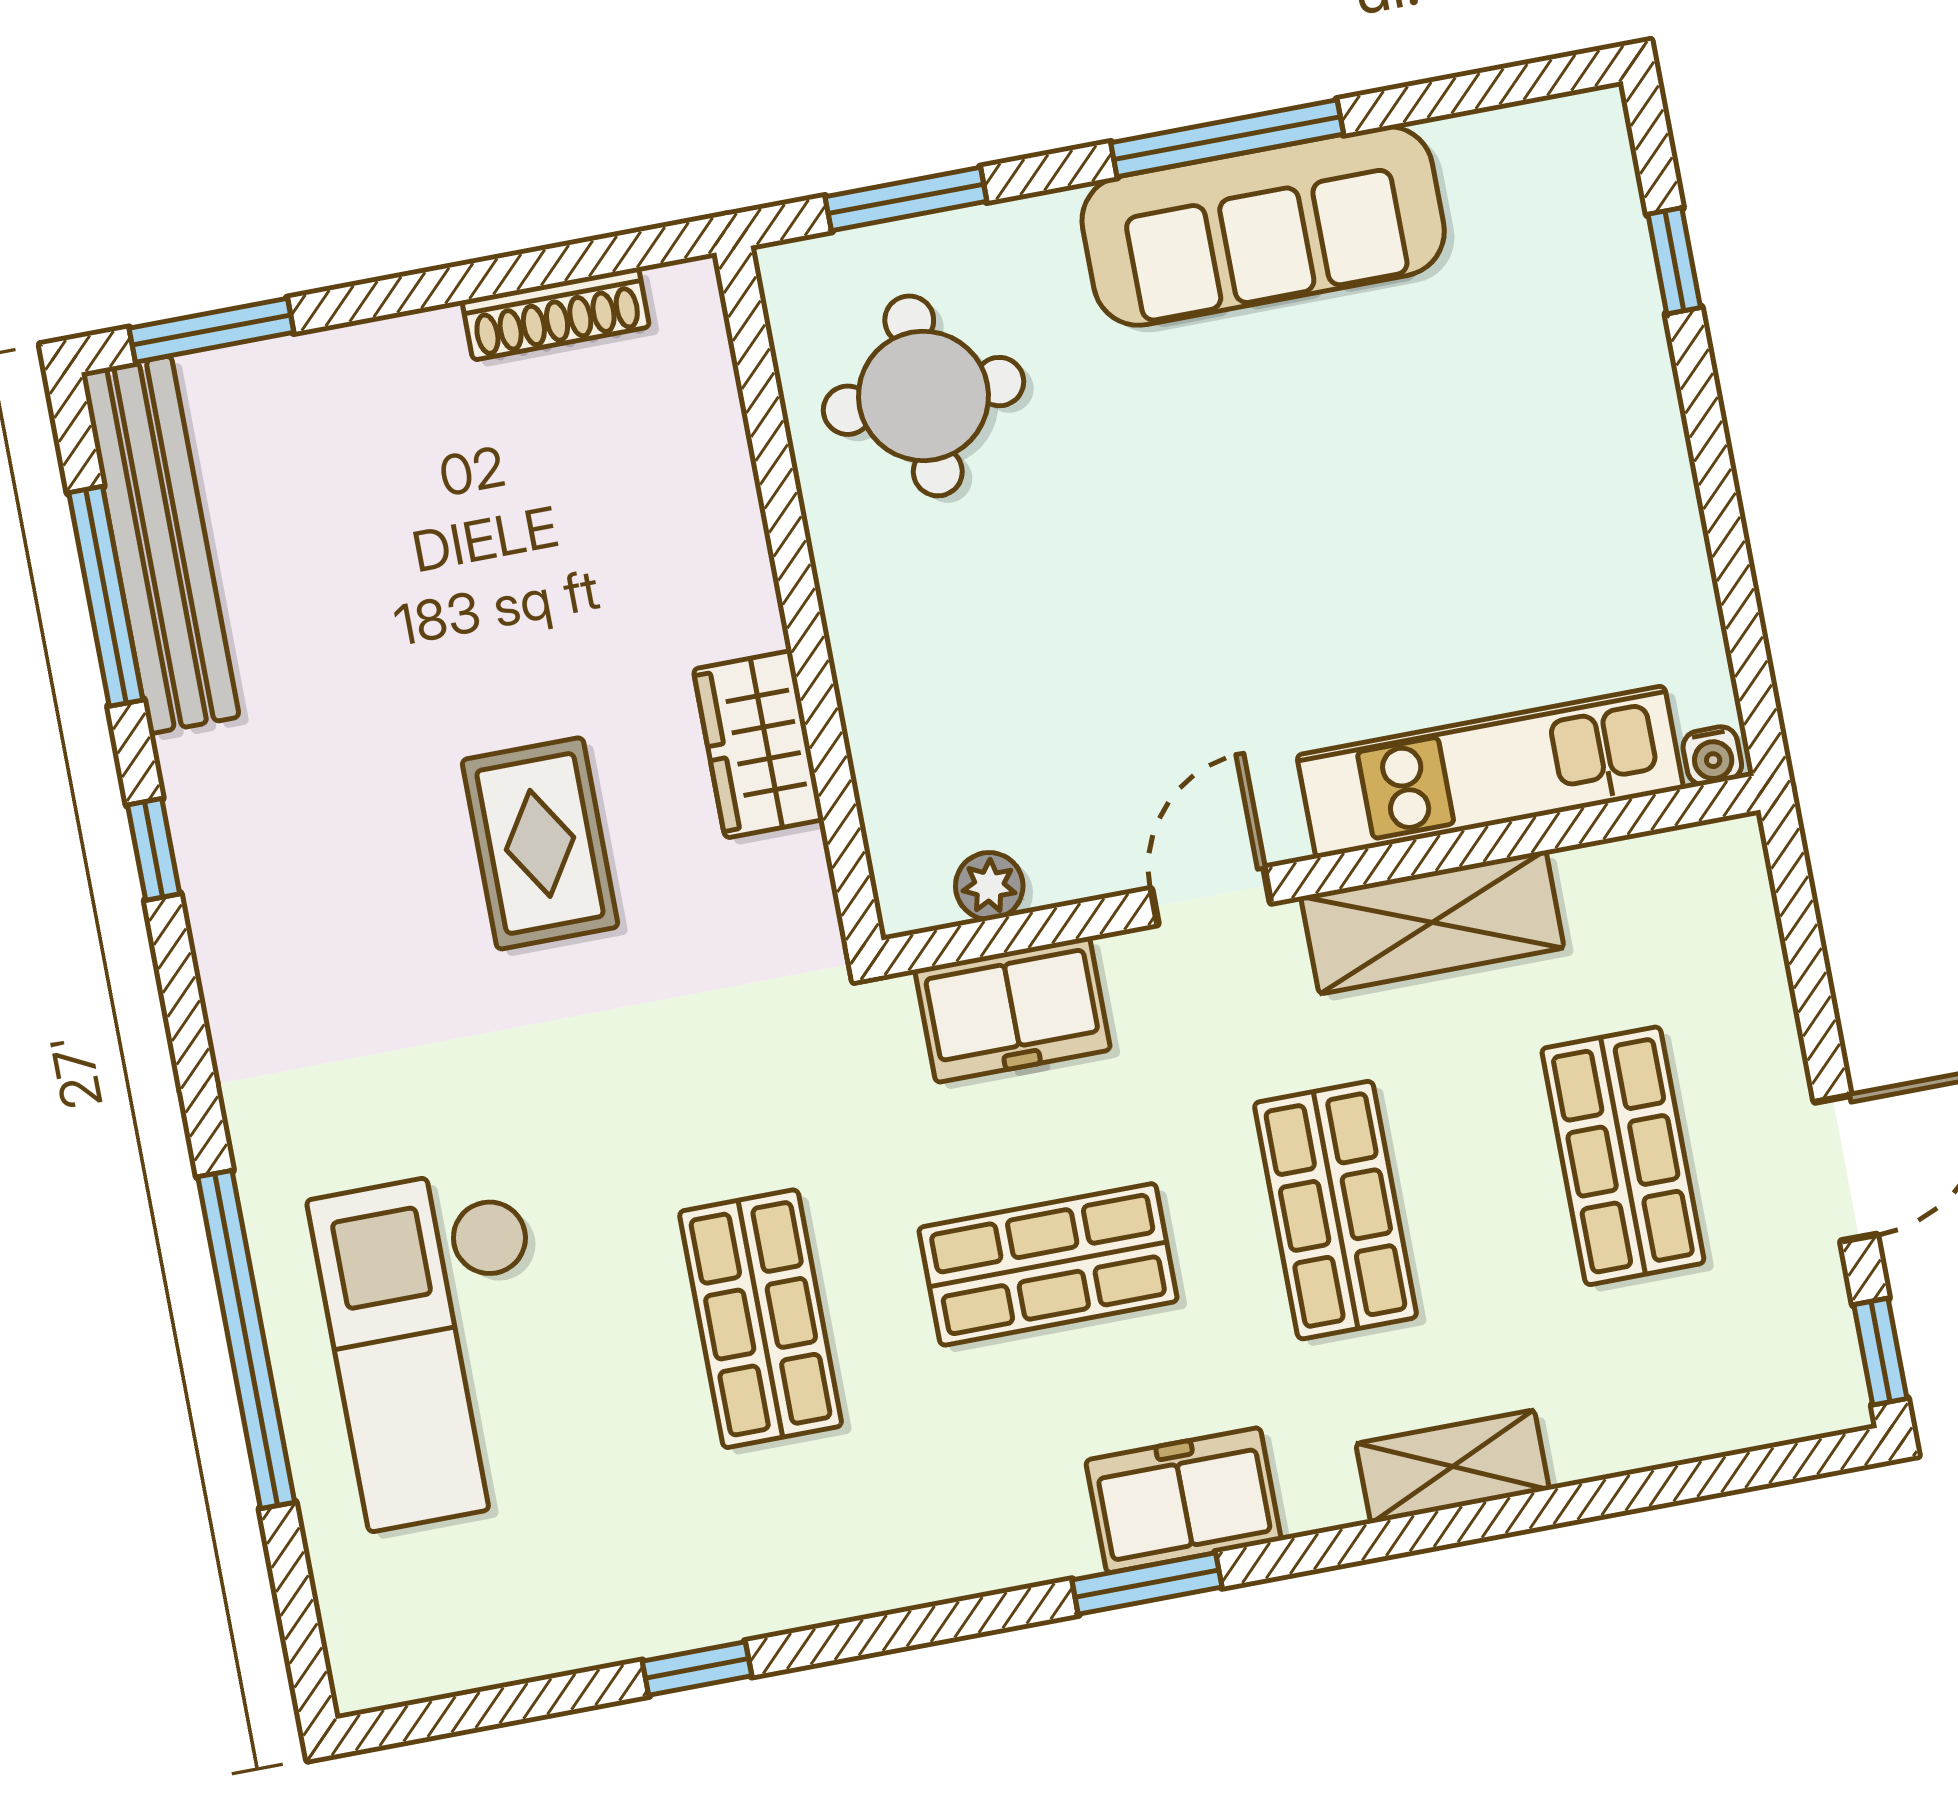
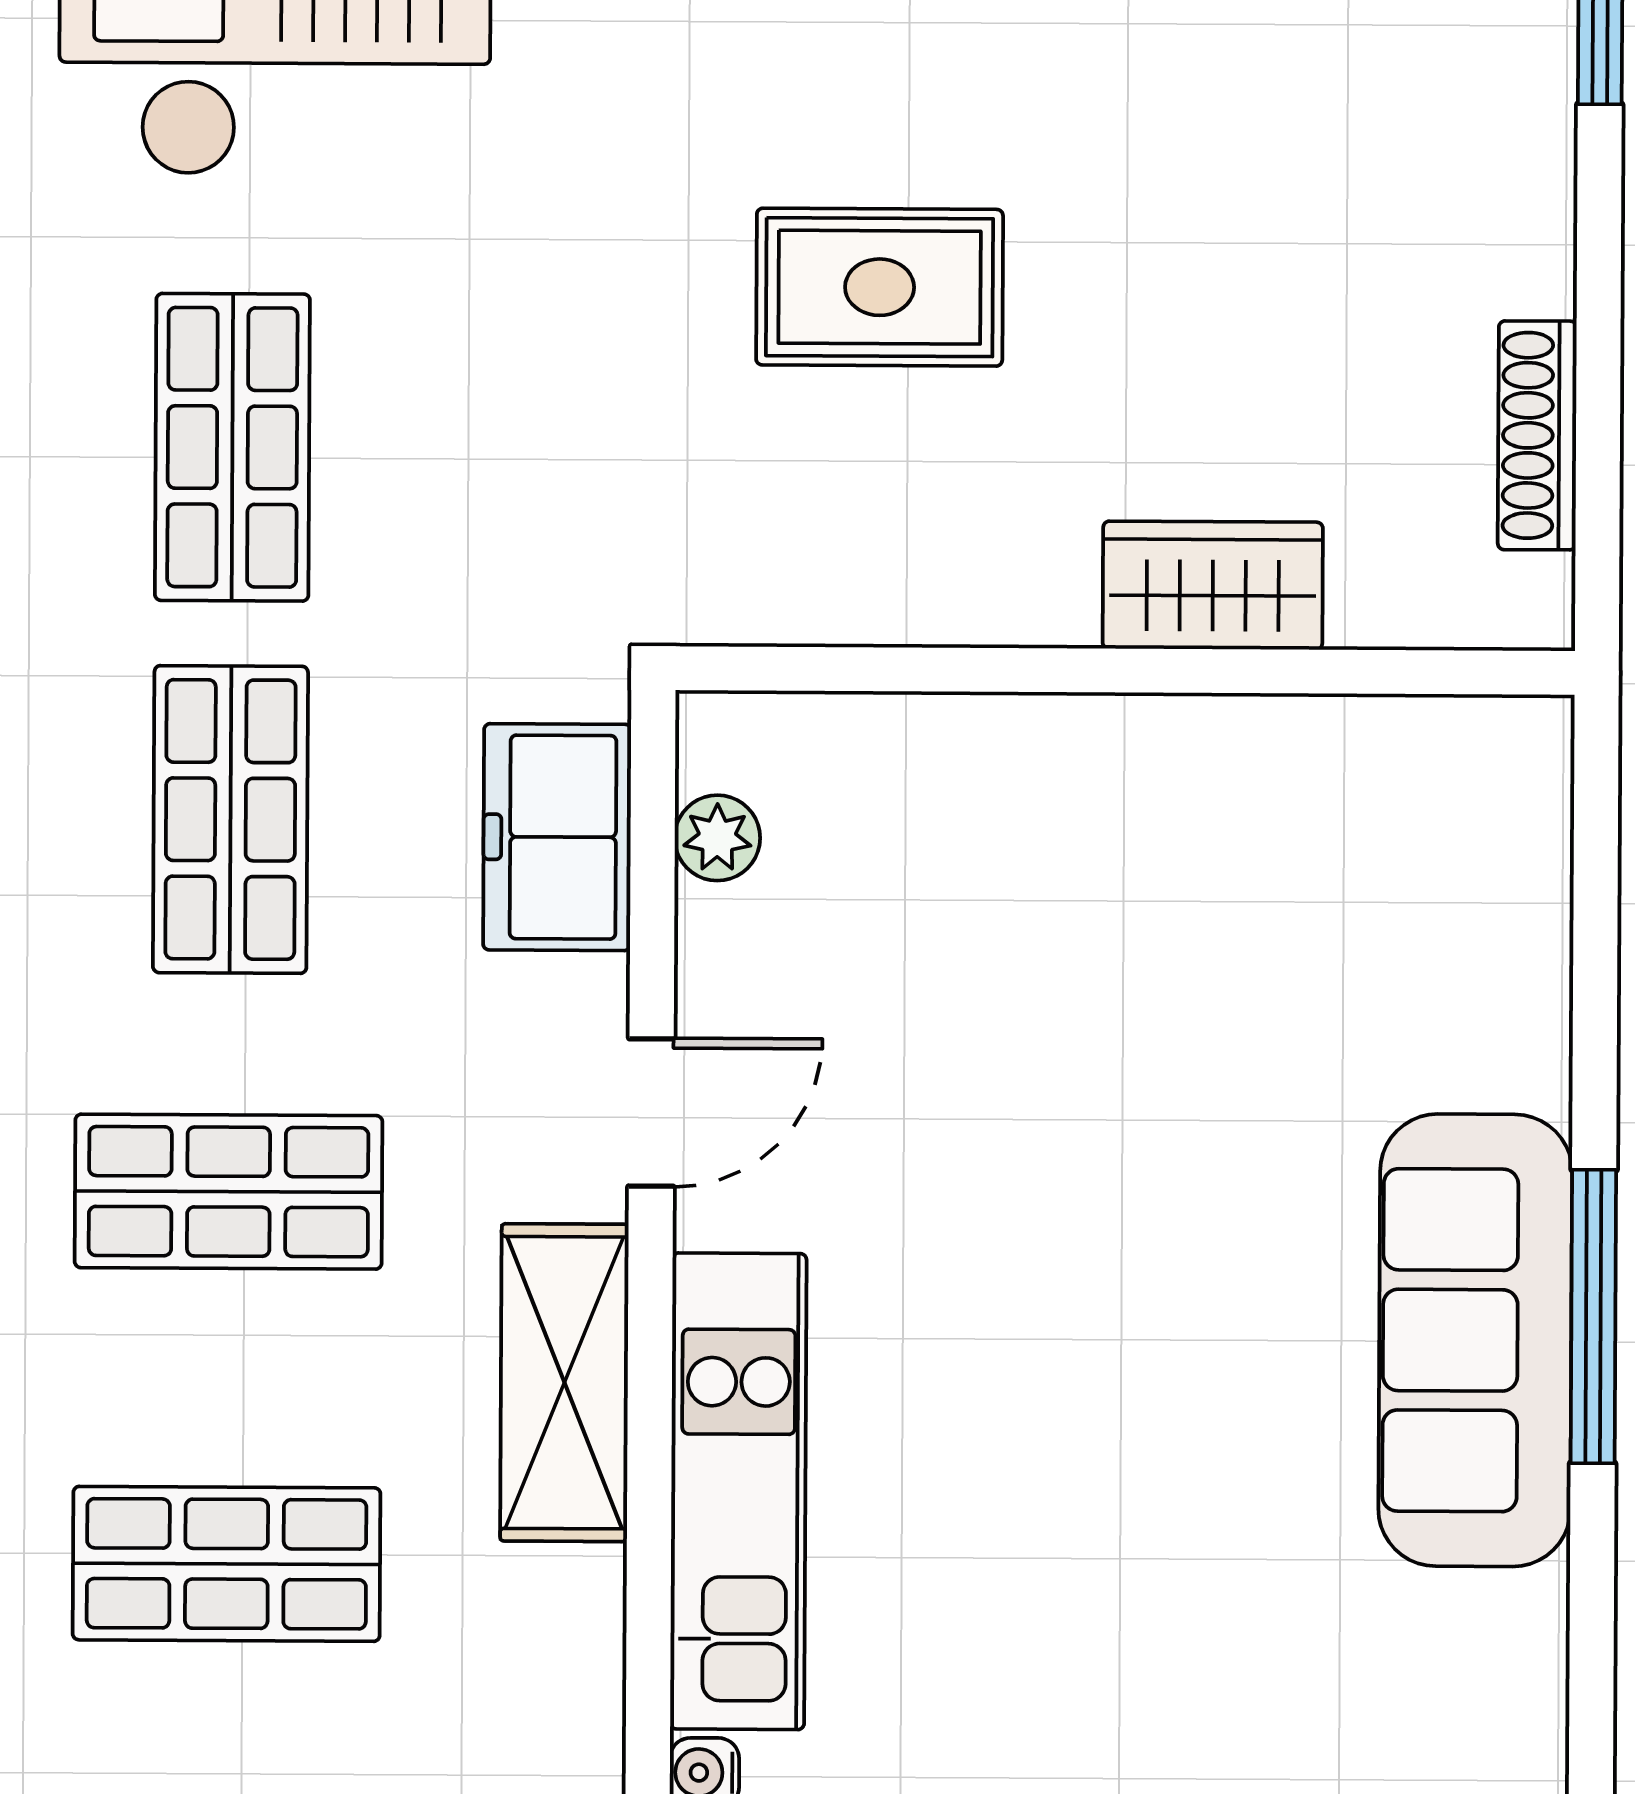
window: (906, 199) -> (1596, 901), removed
round table: (923, 396) -> (1345, 875), removed
wardrobe: (758, 744) -> (1213, 585), moved
door: (1211, 896) -> (651, 1113), hinge flipped
shop shelf: (761, 1319) -> (232, 447), turned 90

